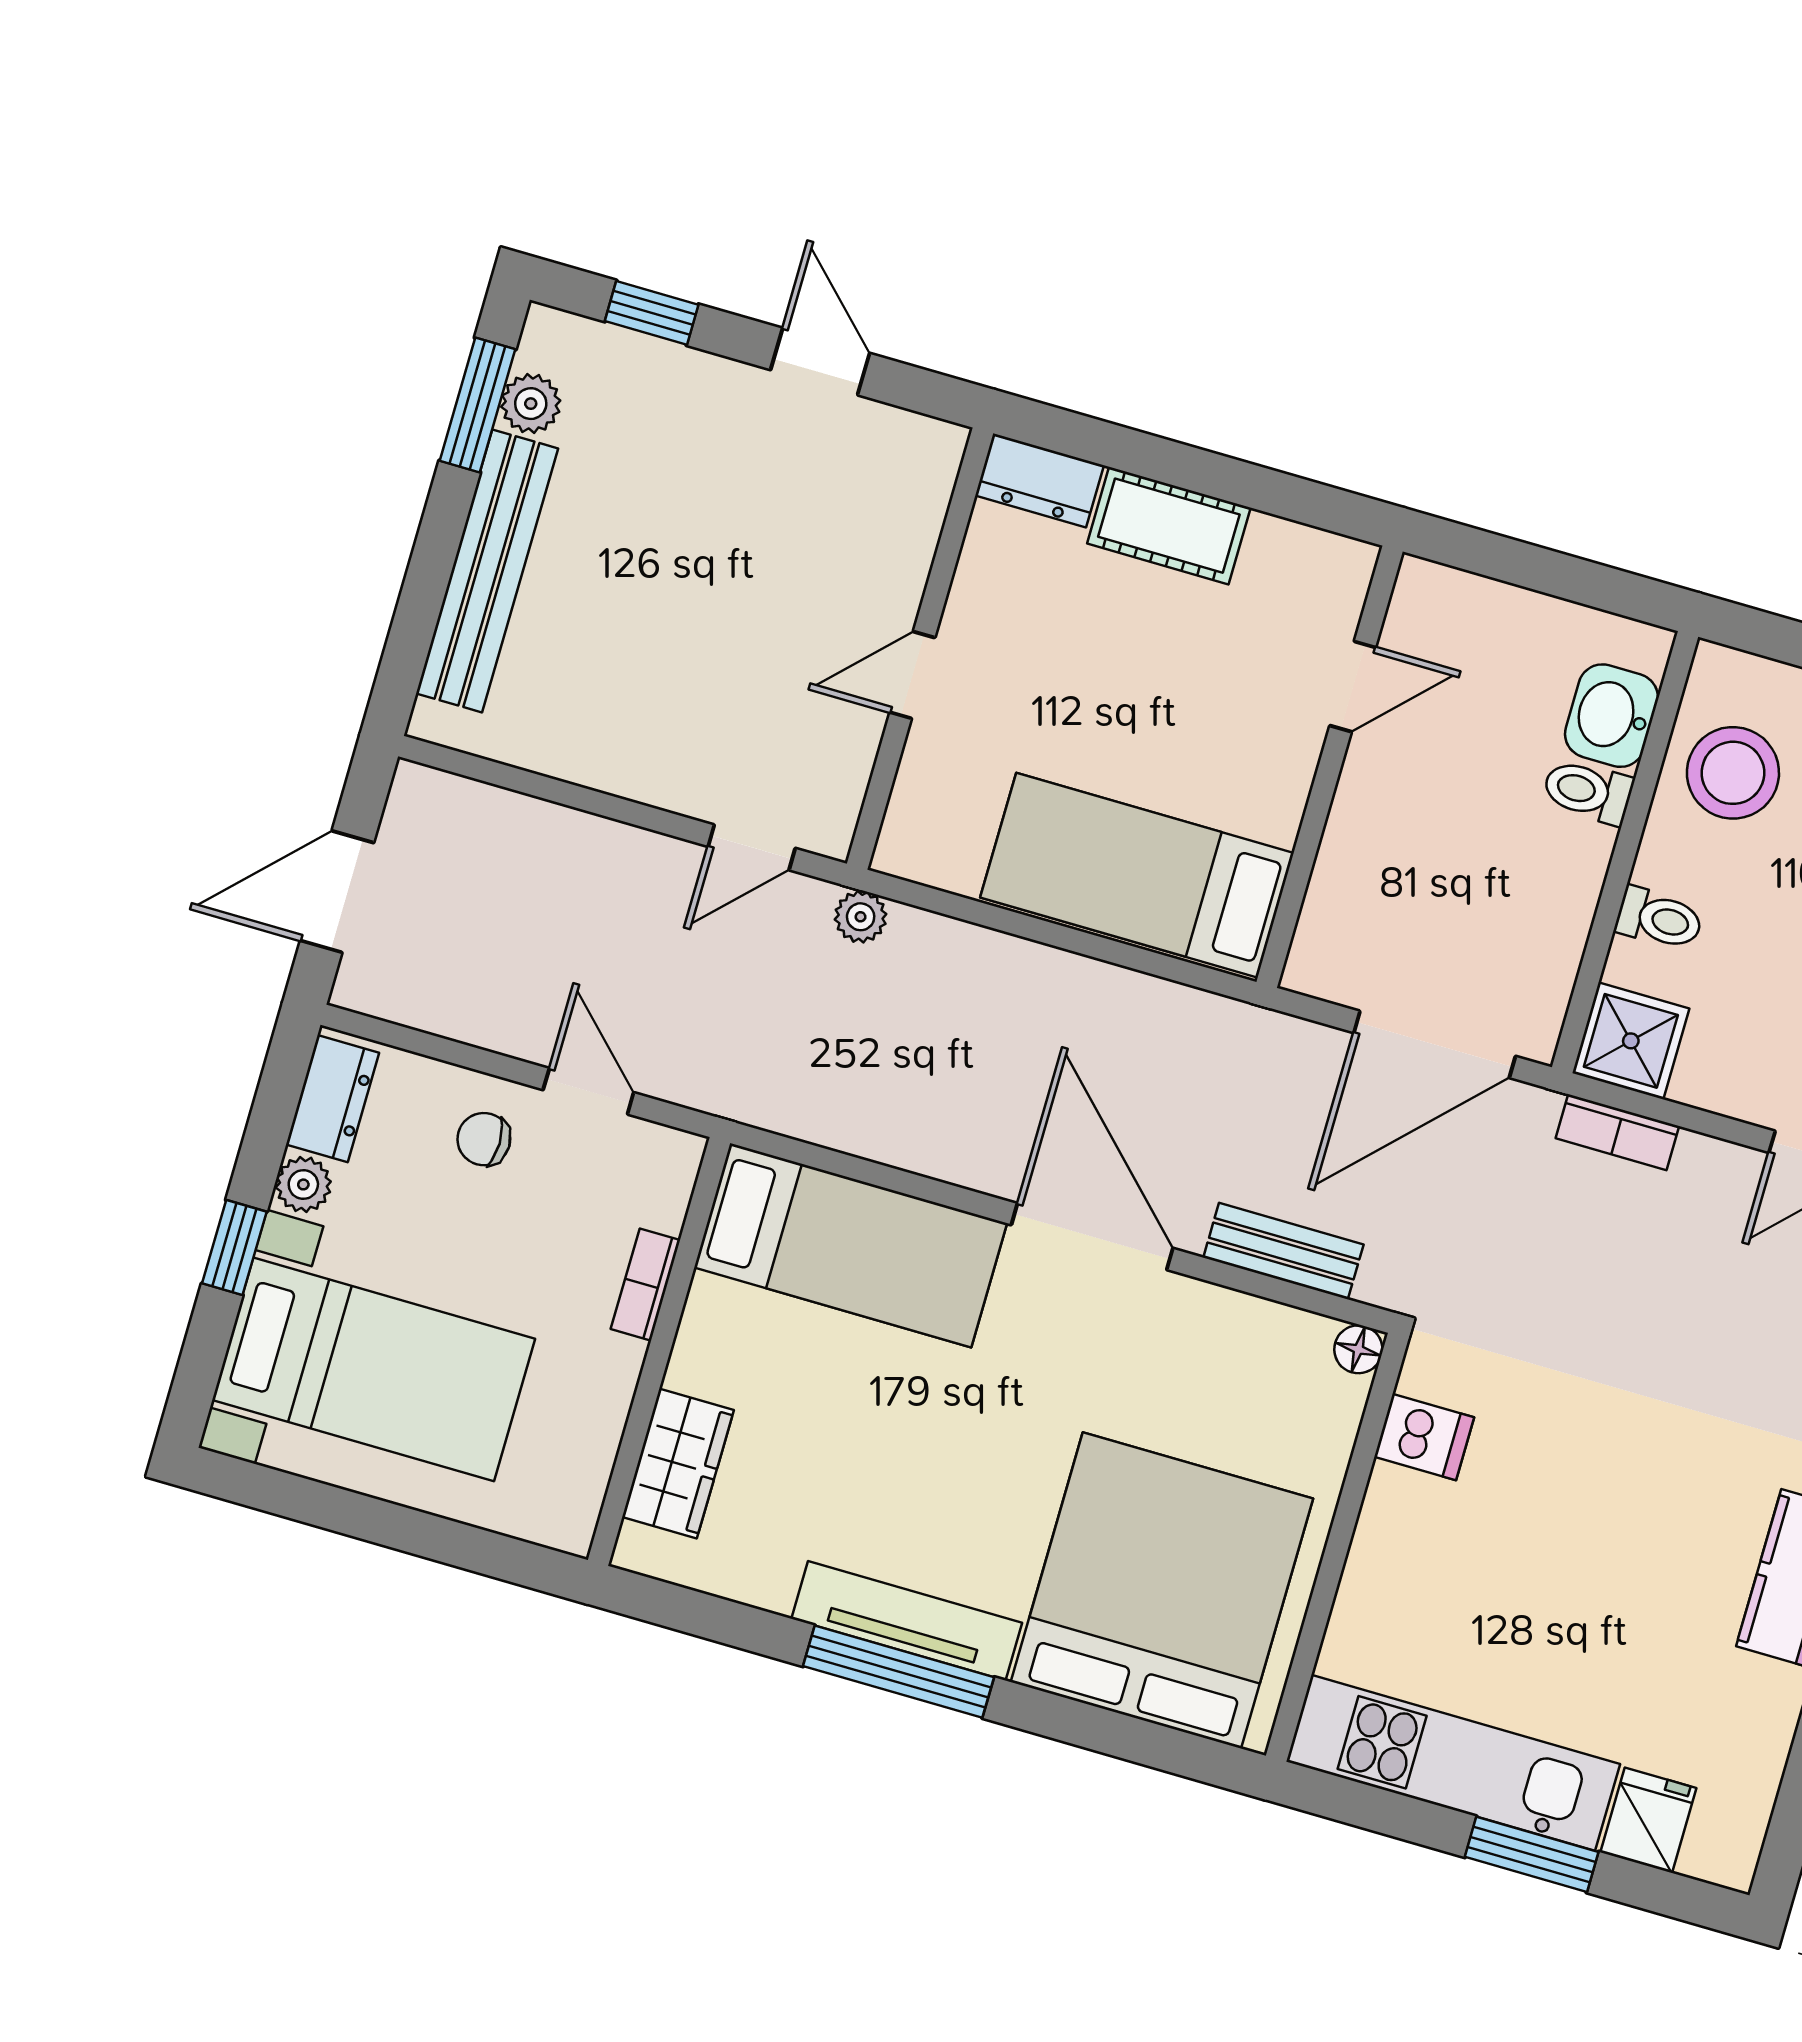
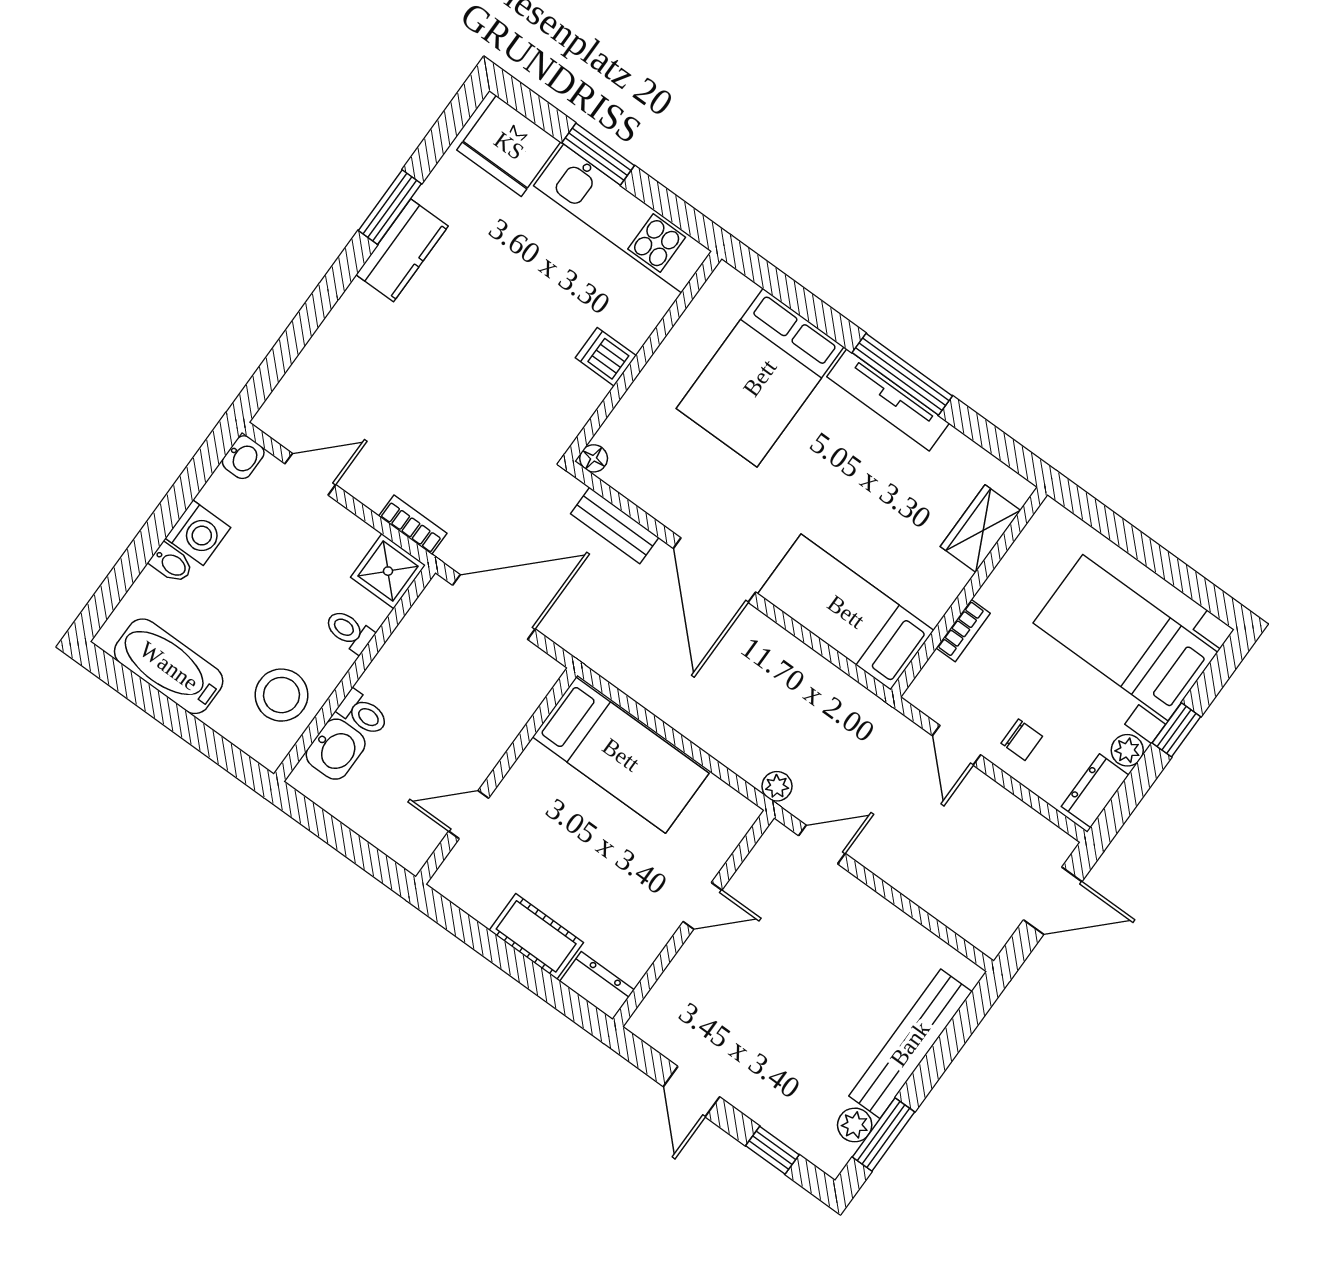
dishwasher: (1424, 1437) -> (606, 357), moved
bed: (1162, 1590) -> (760, 378), width x0.73
fridge: (1648, 1820) -> (509, 146), width x1.88, depth x1.34

